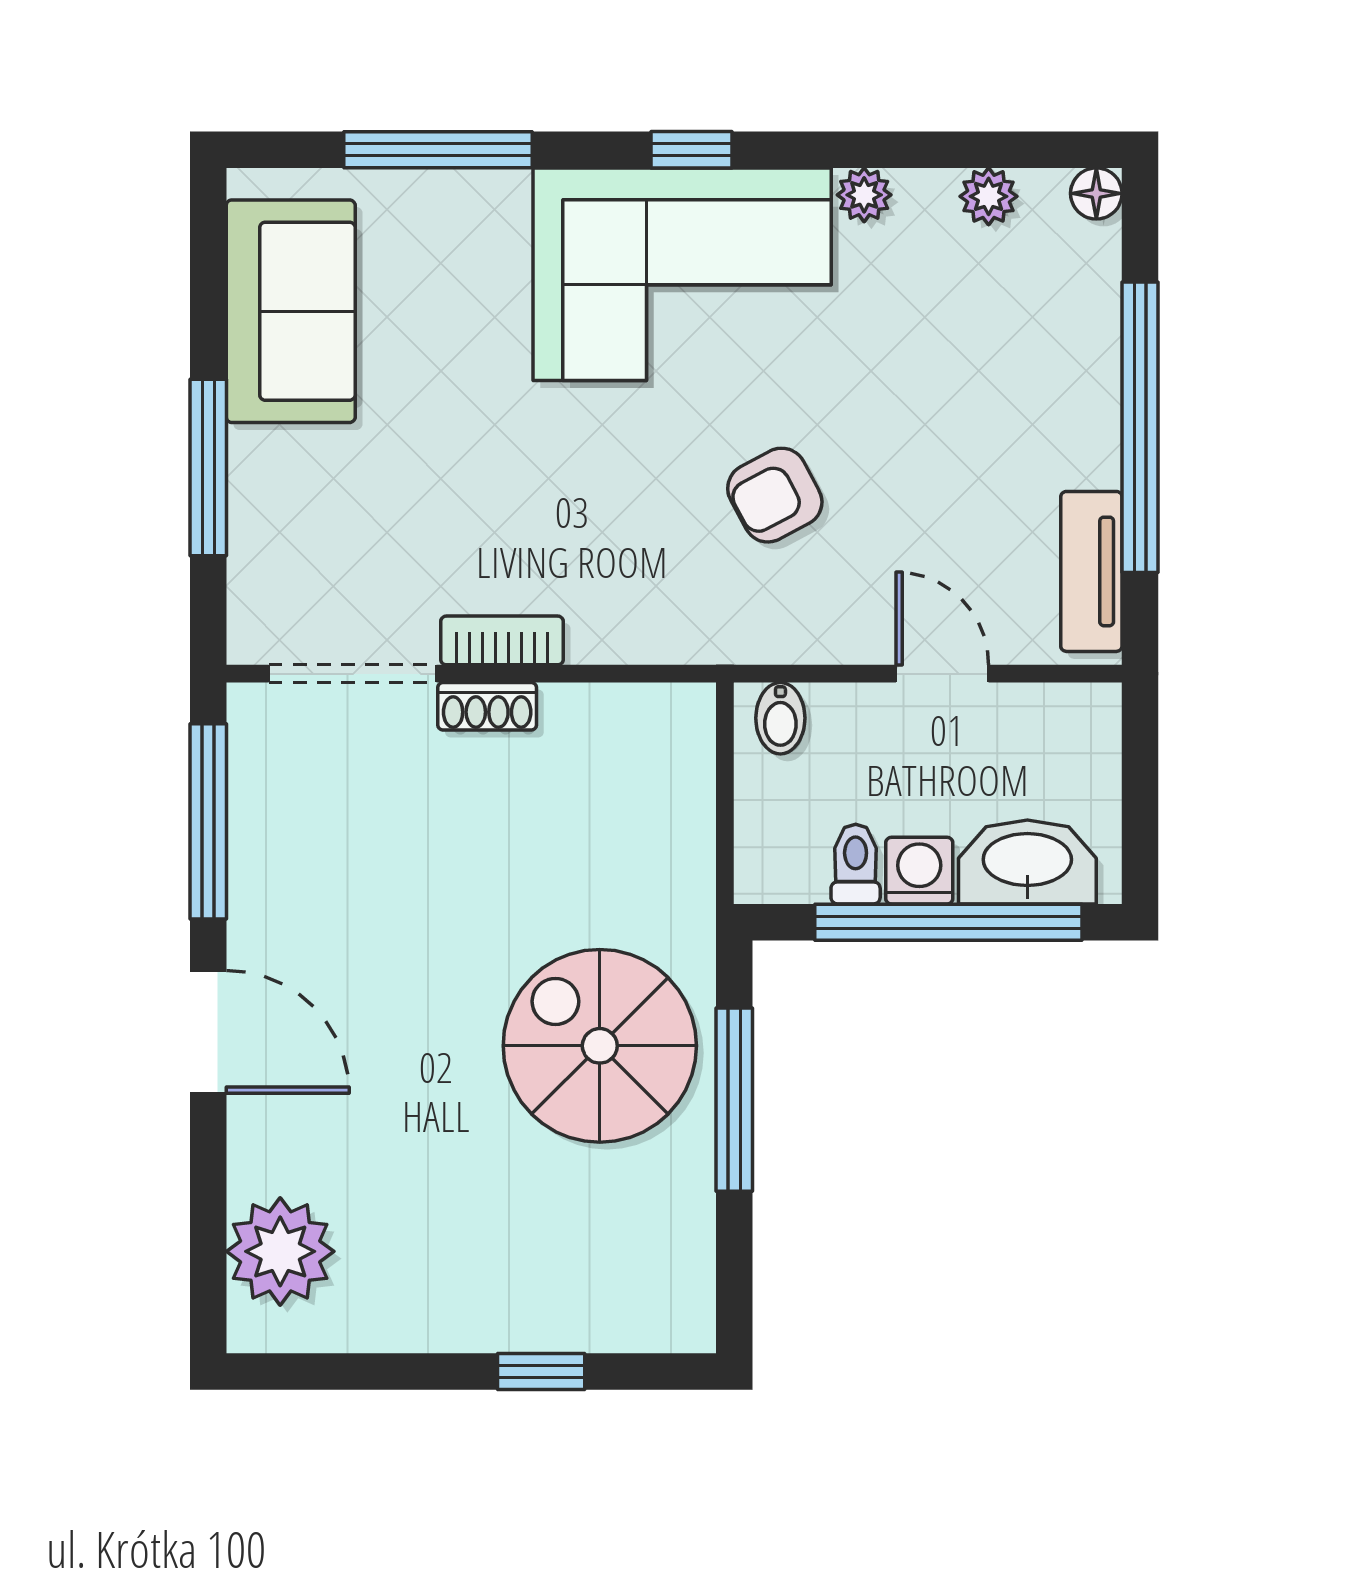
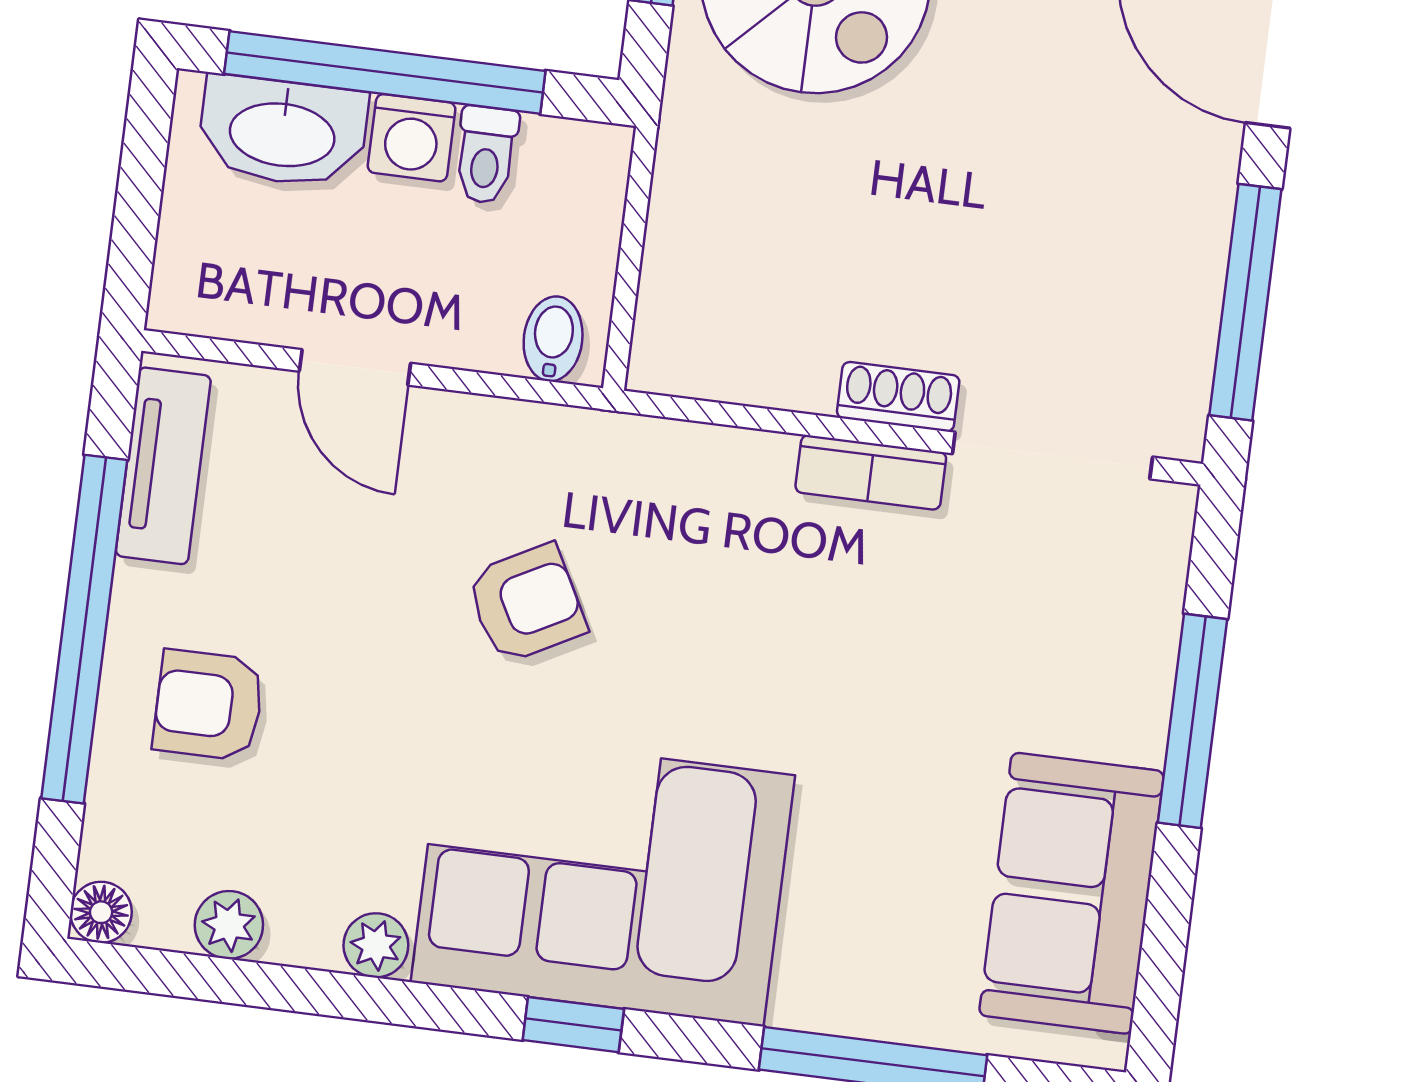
armchair: (1029, 377) -> (208, 705), added

